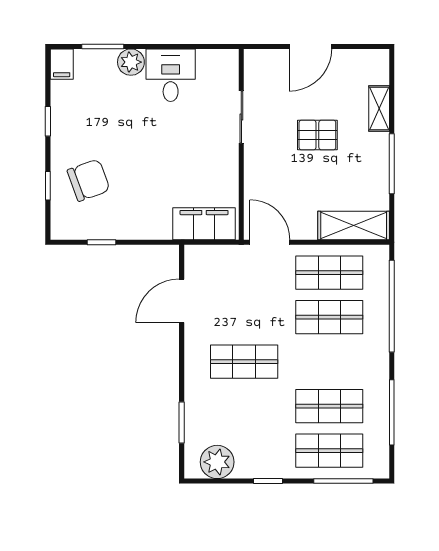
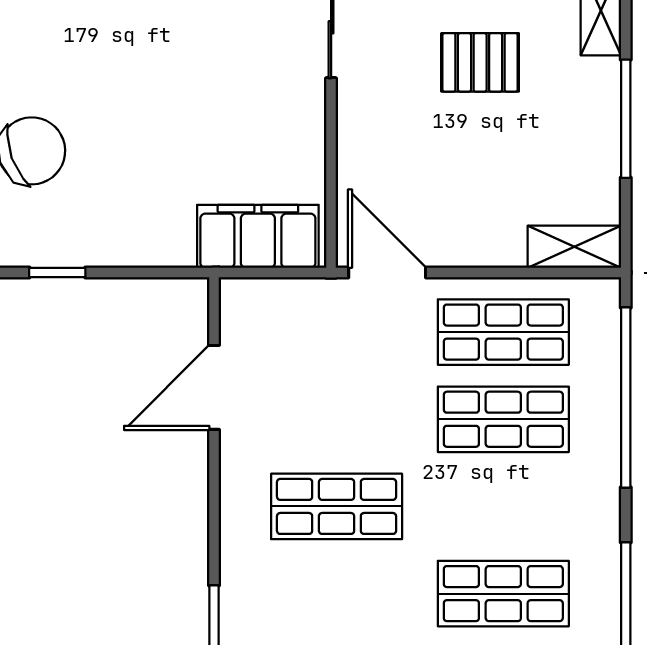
shelving: (354, 226) -> (574, 247), width x0.67, depth x0.75

